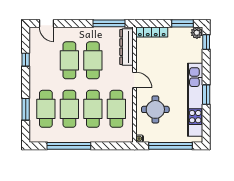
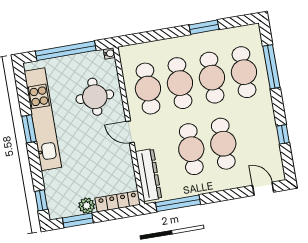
plant: (197, 33) -> (87, 206), moved
window: (26, 109) -> (271, 67), width x1.44
window: (69, 146) -> (204, 27), width x0.47

